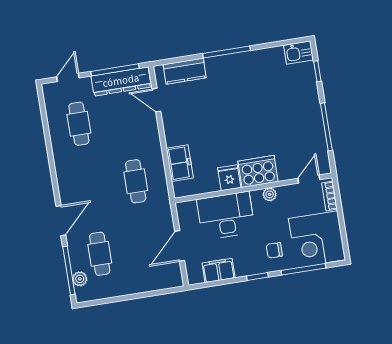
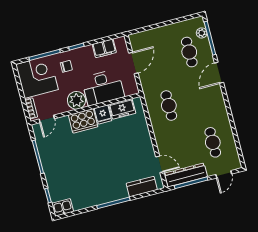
freezer: (180, 163) -> (122, 109), moved, turned -90
plant: (270, 194) -> (76, 100), width x1.88, depth x1.88

